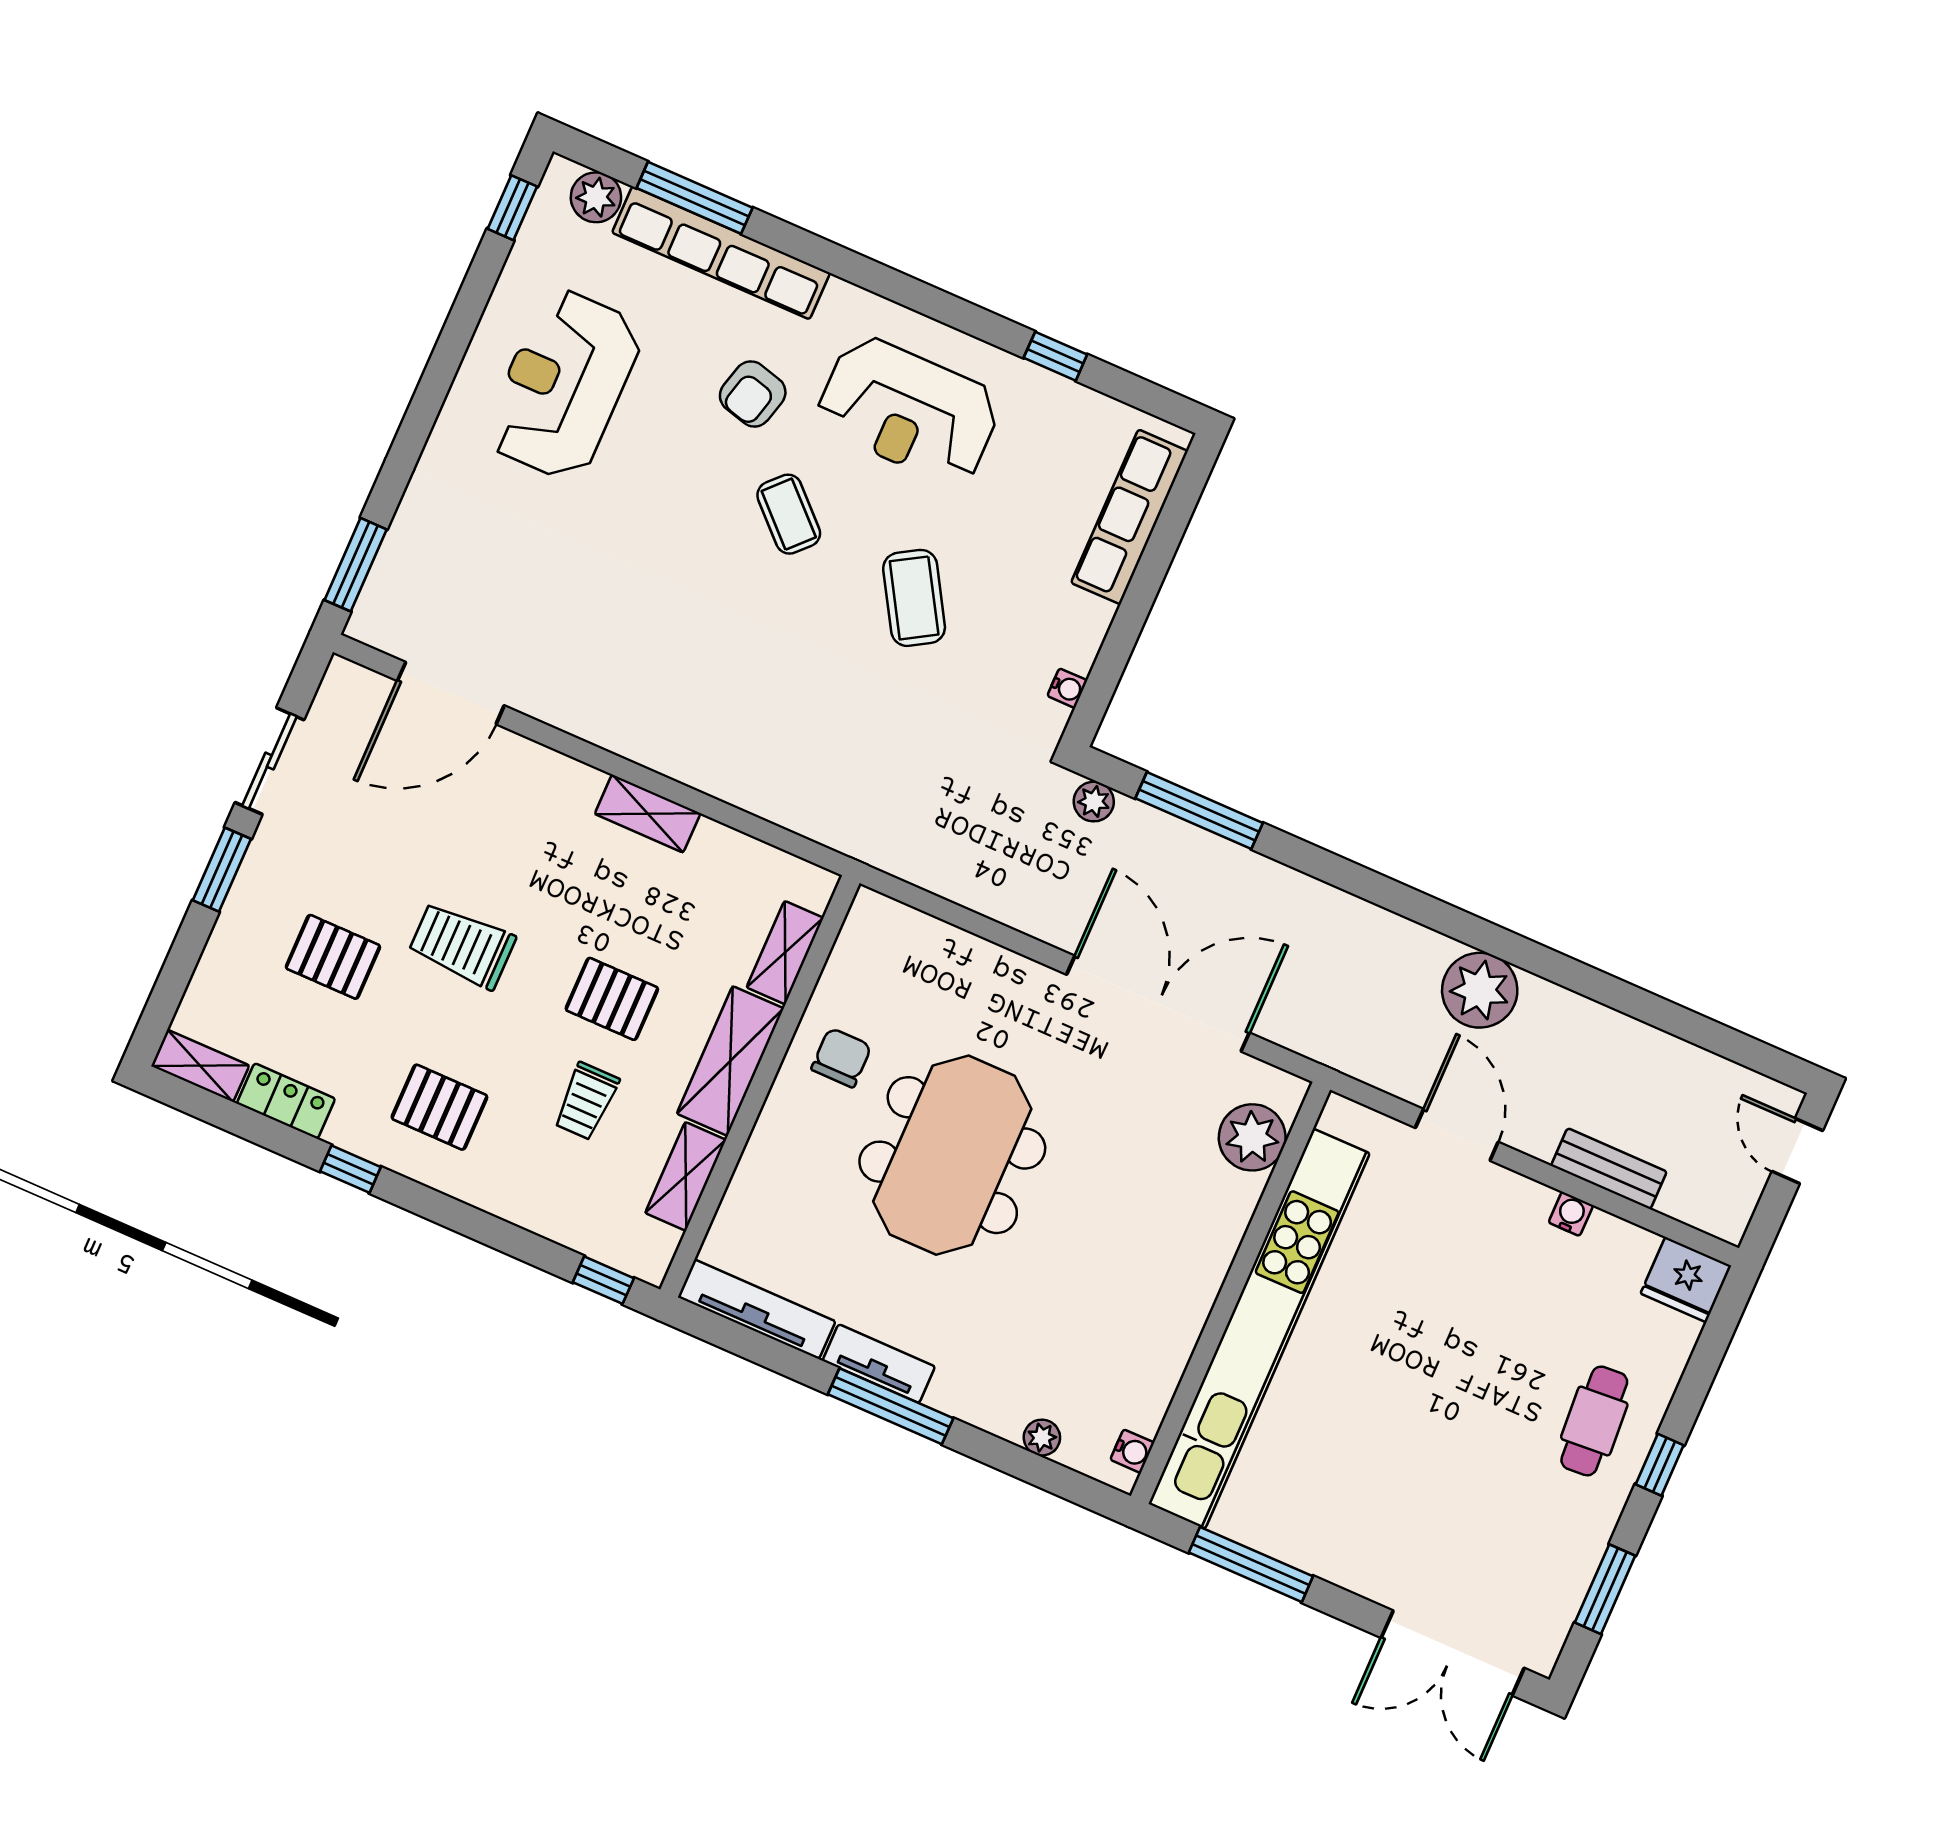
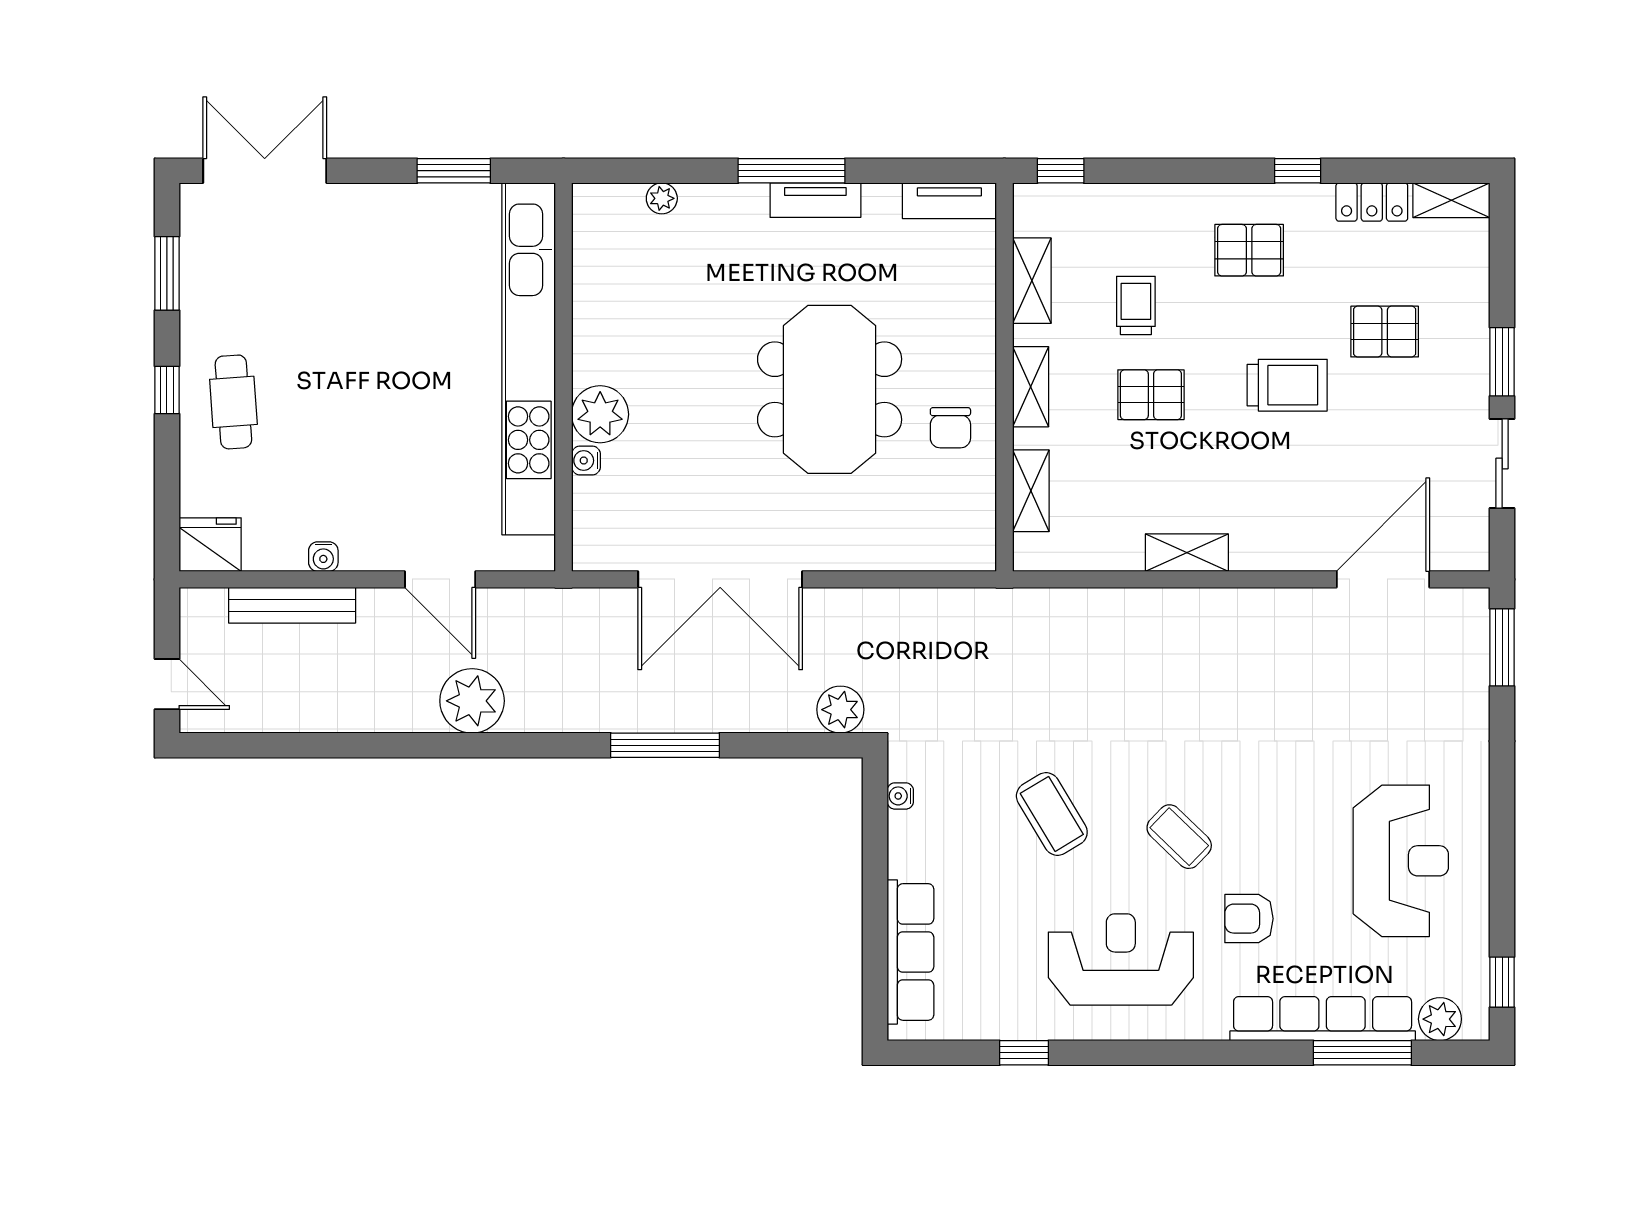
armchair: (753, 394) -> (1249, 919), turned -105
plant: (1094, 802) -> (840, 710), width x1.38, depth x1.38
window: (1199, 811) -> (665, 745), moved
shelving: (730, 1061) -> (1031, 387), width x0.67, depth x0.75
plant: (1252, 1137) -> (600, 414), moved
bench: (1609, 1169) -> (292, 605), width x1.36
tv unit: (757, 1309) -> (949, 201), width x0.71
water cooler: (1132, 1451) -> (586, 461), moved
window: (1251, 1564) -> (454, 171), width x0.69

